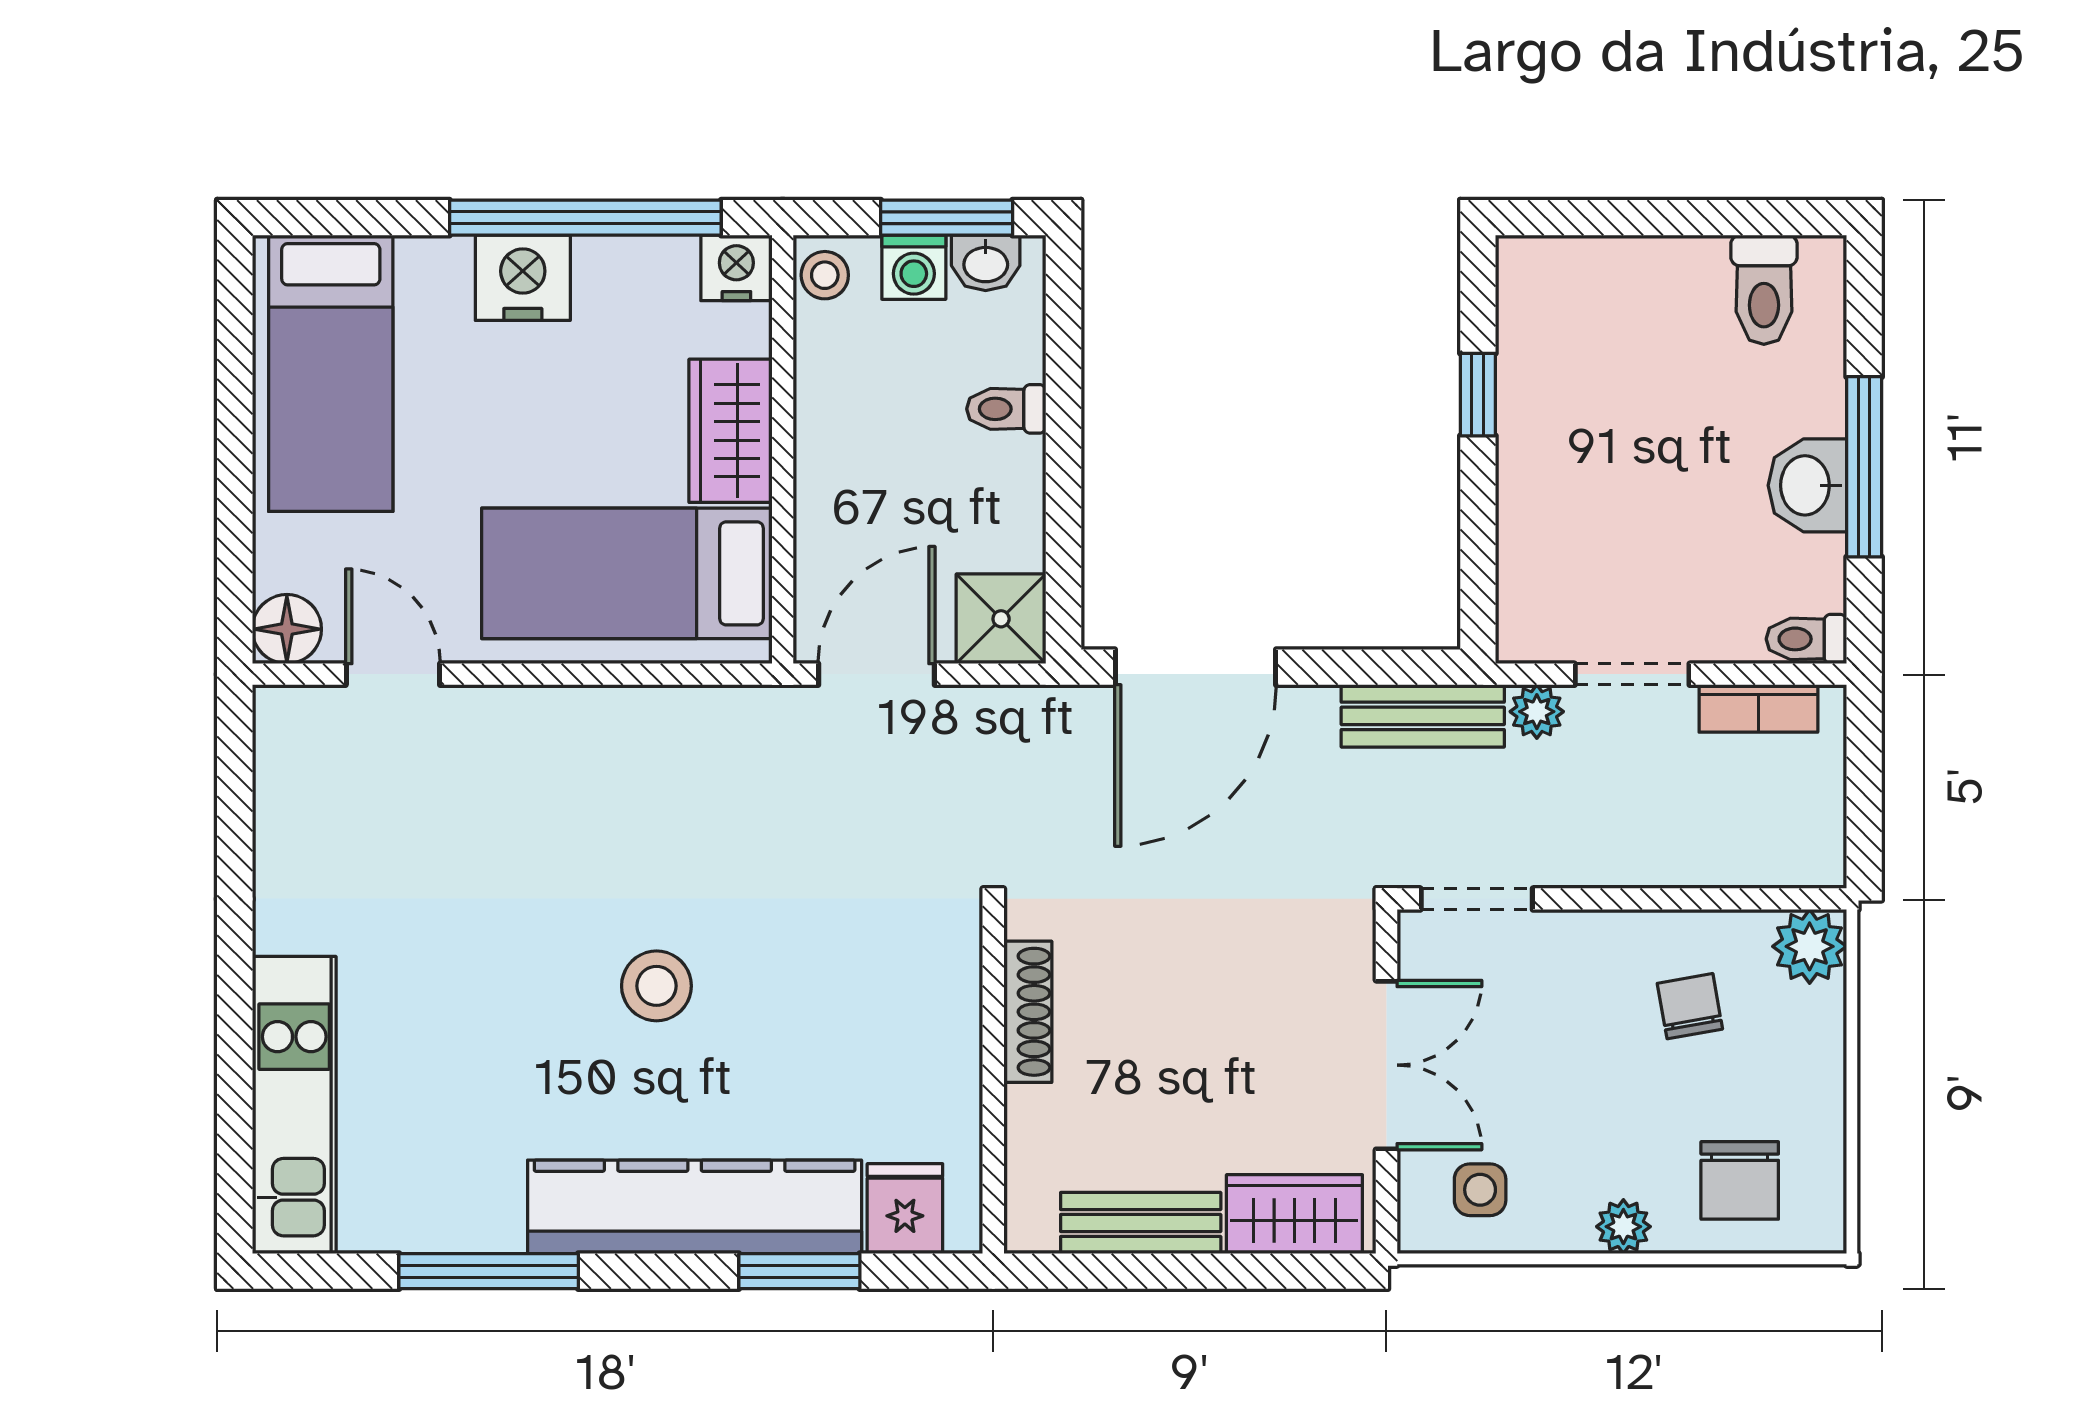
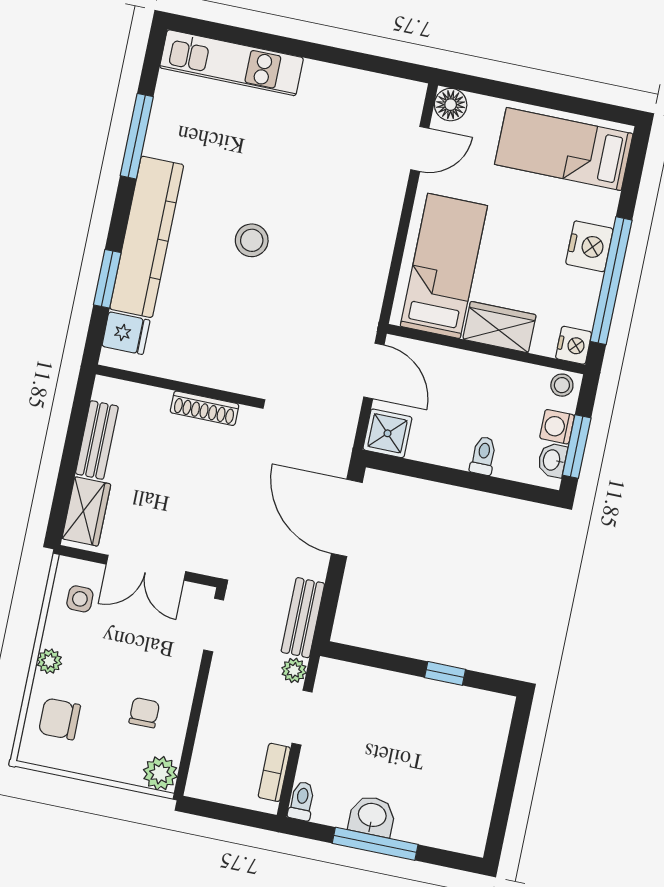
toilet: (1764, 290) -> (466, 815), removed
chair: (1690, 1006) -> (144, 713), turned -80

